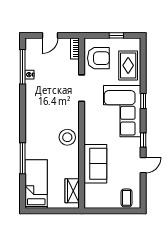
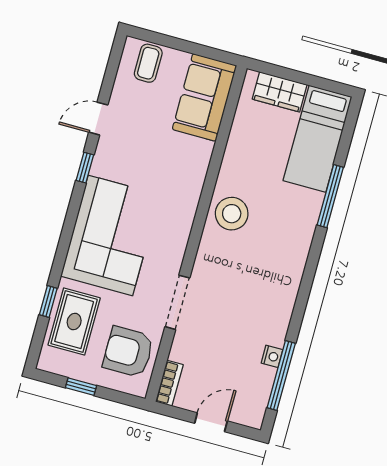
window: (143, 101) -> (48, 302), moved
sofa: (95, 164) -> (204, 97), moved
wardrobe: (72, 191) -> (280, 92), moved, turned 90

